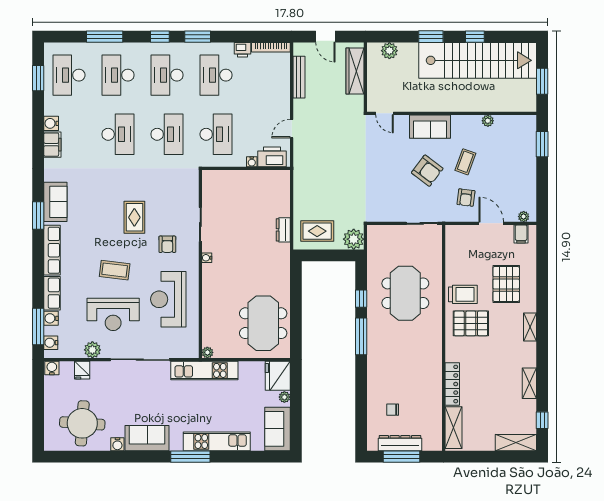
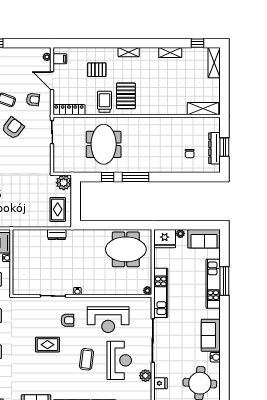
door: (491, 223) -> (52, 81), hinge flipped
pallet: (506, 284) -> (97, 70), width x0.67, depth x0.71
meeting table: (405, 293) -> (104, 144), turned 90
locker: (452, 384) -> (69, 110), moved
window: (190, 457) -> (224, 281), moved
window: (402, 457) -> (224, 147), width x0.69

